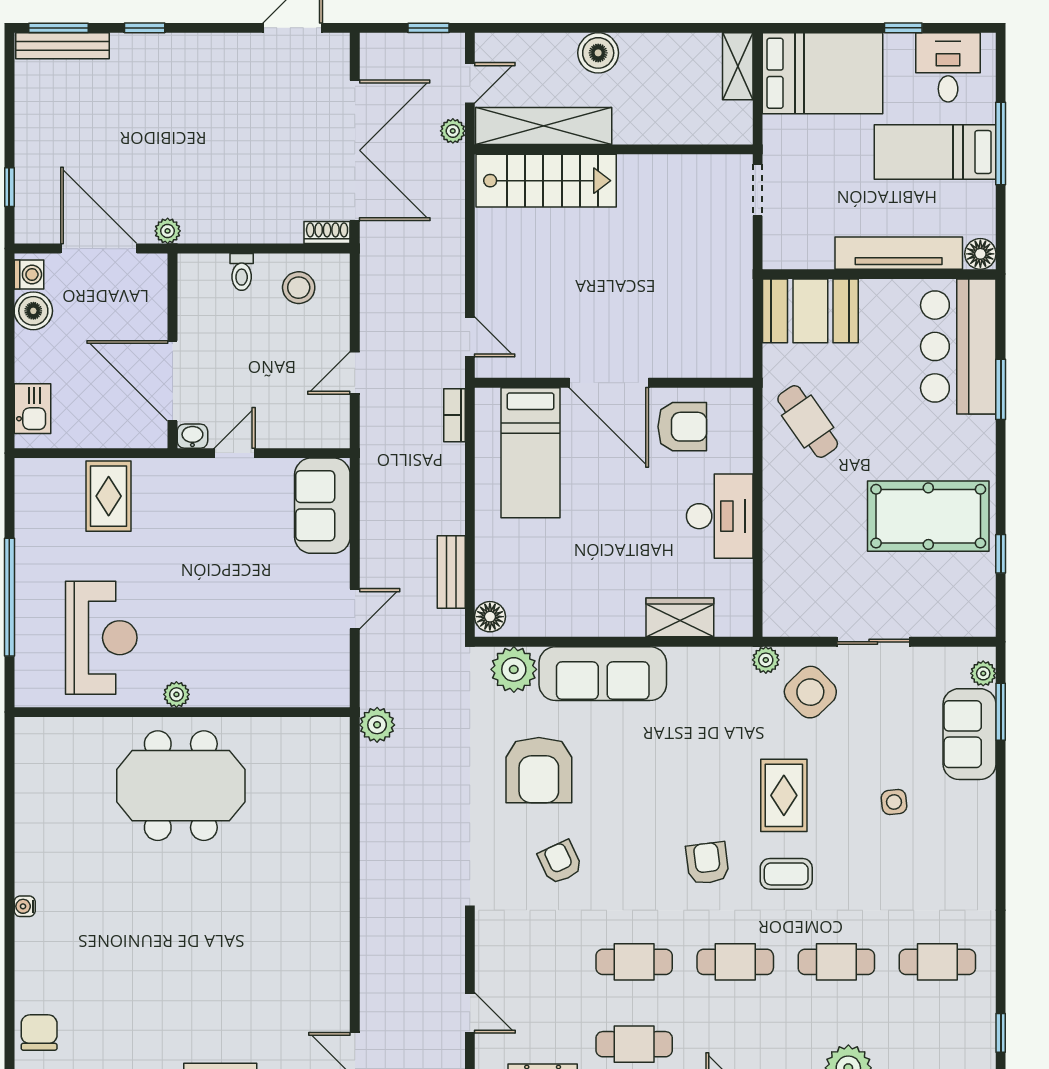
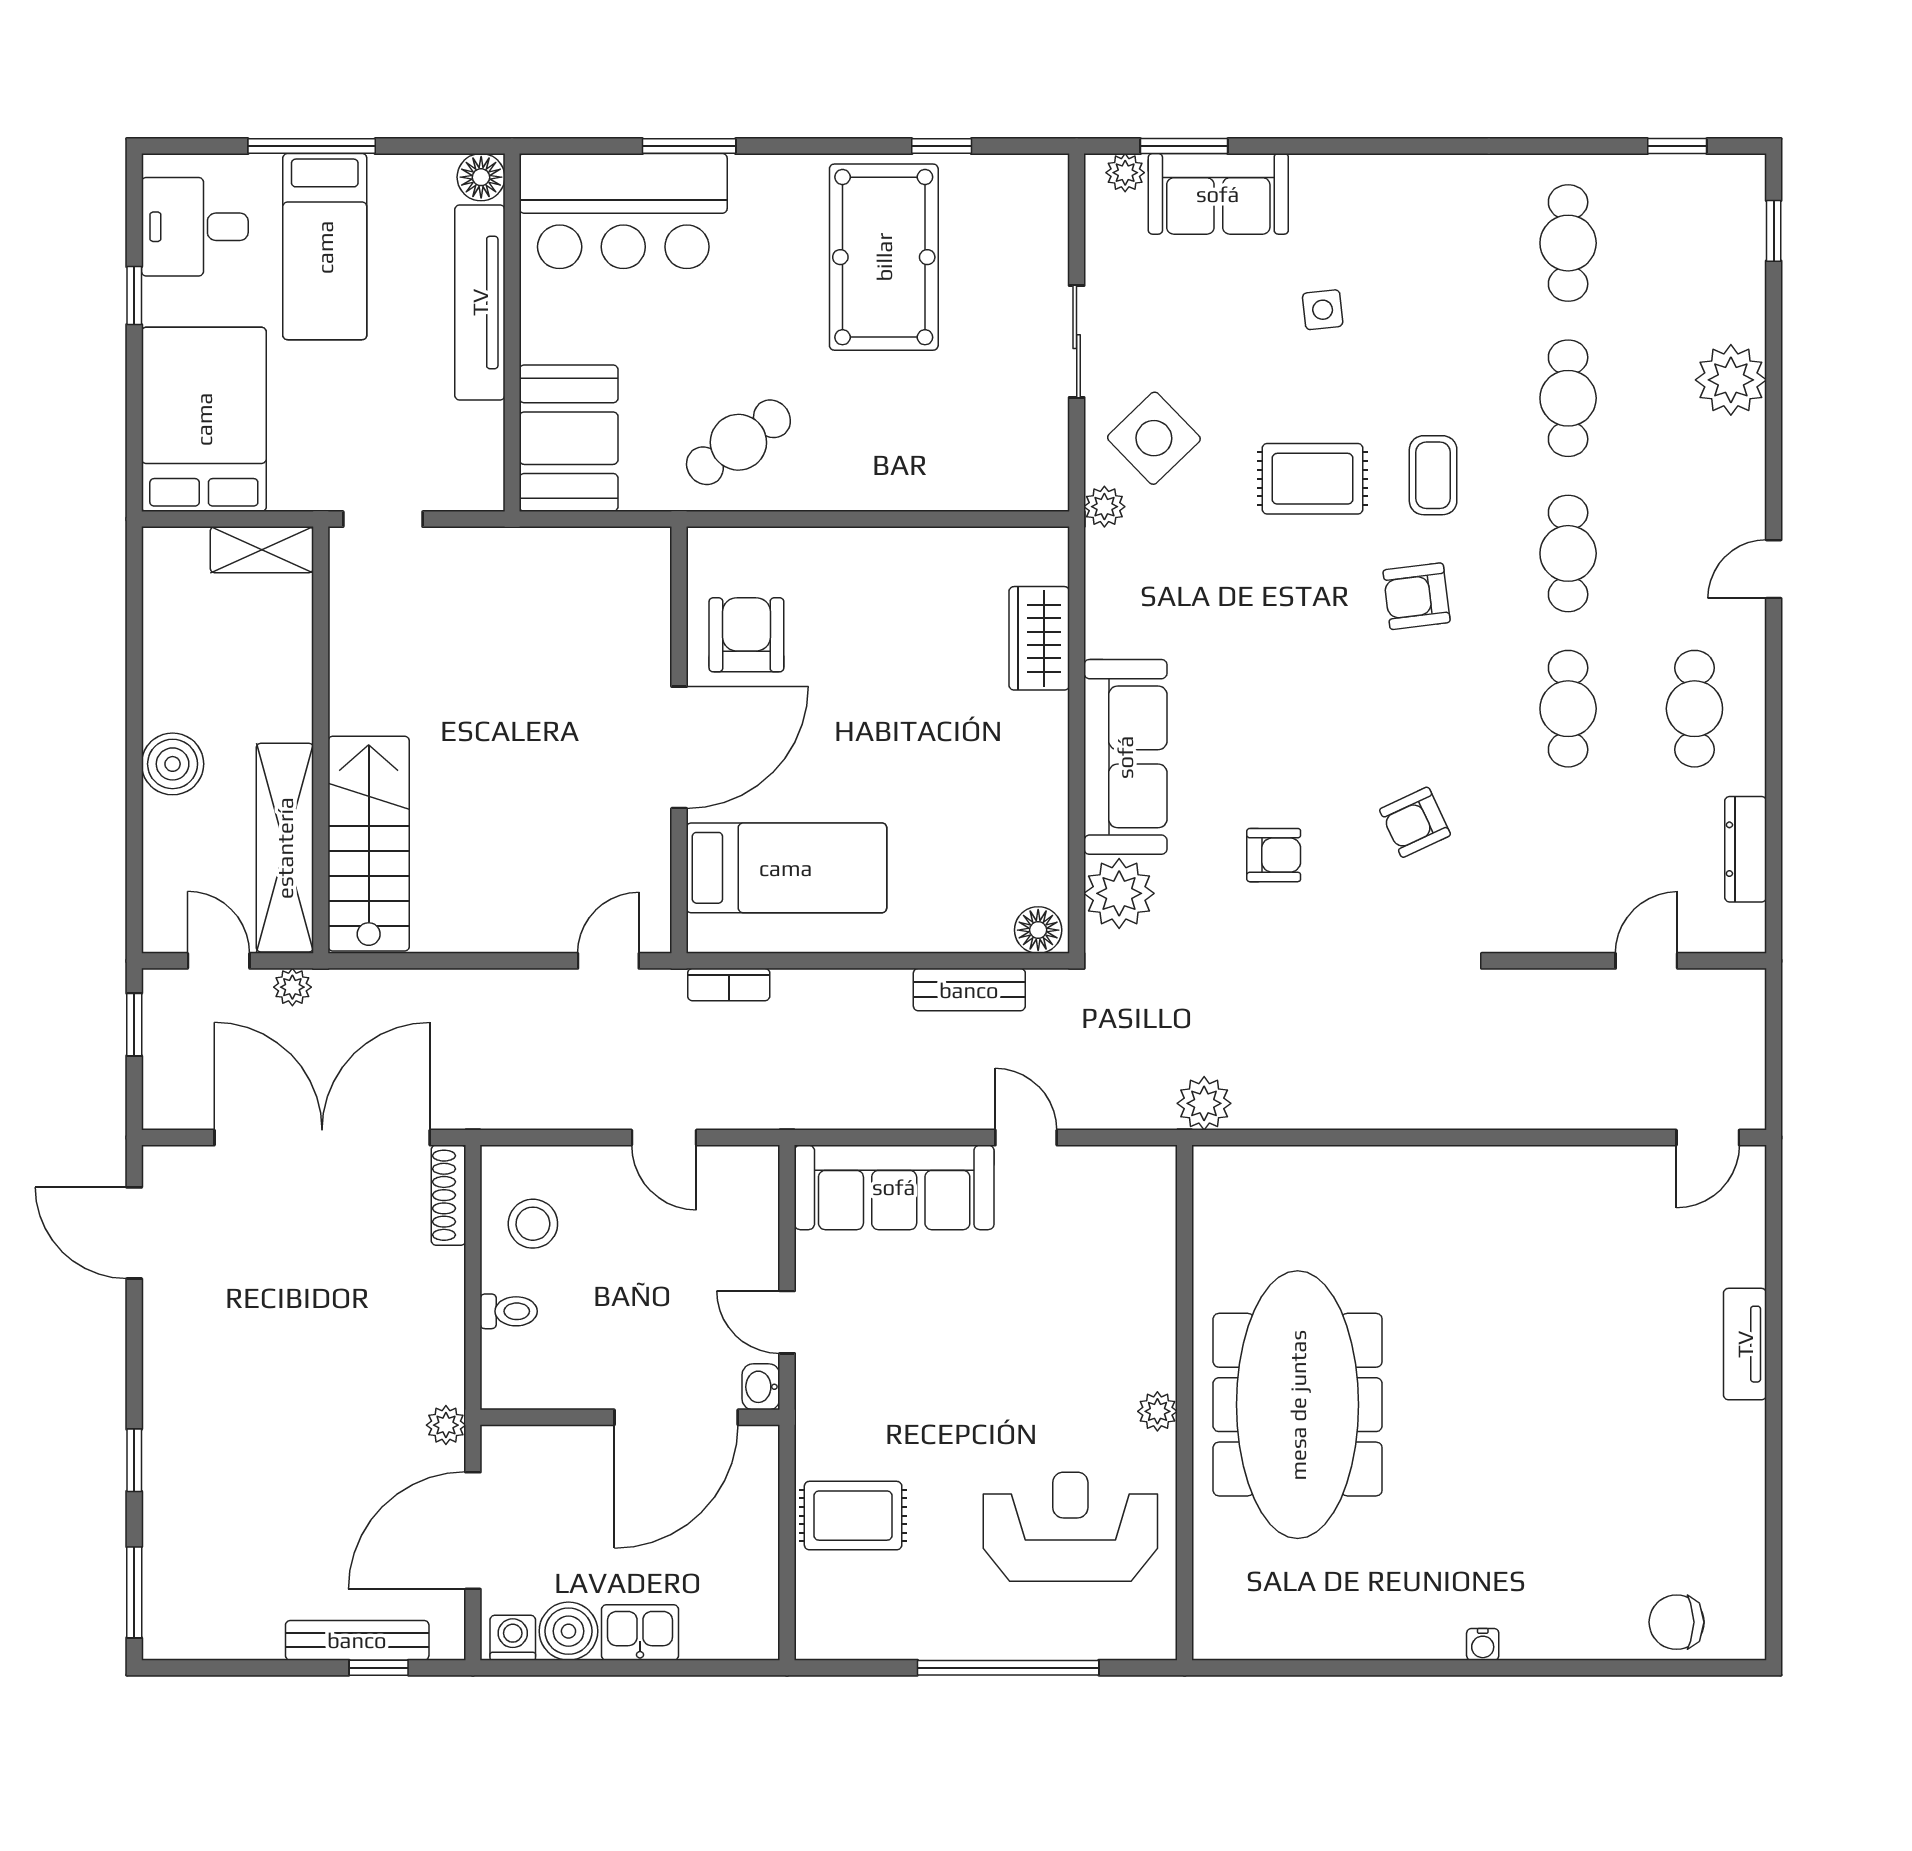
bench: (62, 46) -> (357, 1640), moved, turned 90
shelving: (738, 66) -> (262, 550), moved
shoe rack: (327, 233) -> (448, 1195), width x1.43
kitchen sink: (32, 409) -> (640, 1632), moved
sofa: (322, 506) -> (894, 1187), width x1.36
desk: (720, 516) -> (884, 577), removed
armchair: (539, 770) -> (1274, 855), width x0.53, depth x0.53
meeting table: (181, 786) -> (1298, 1405), width x1.36

